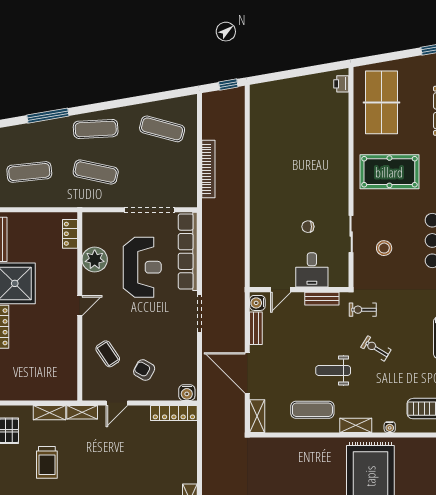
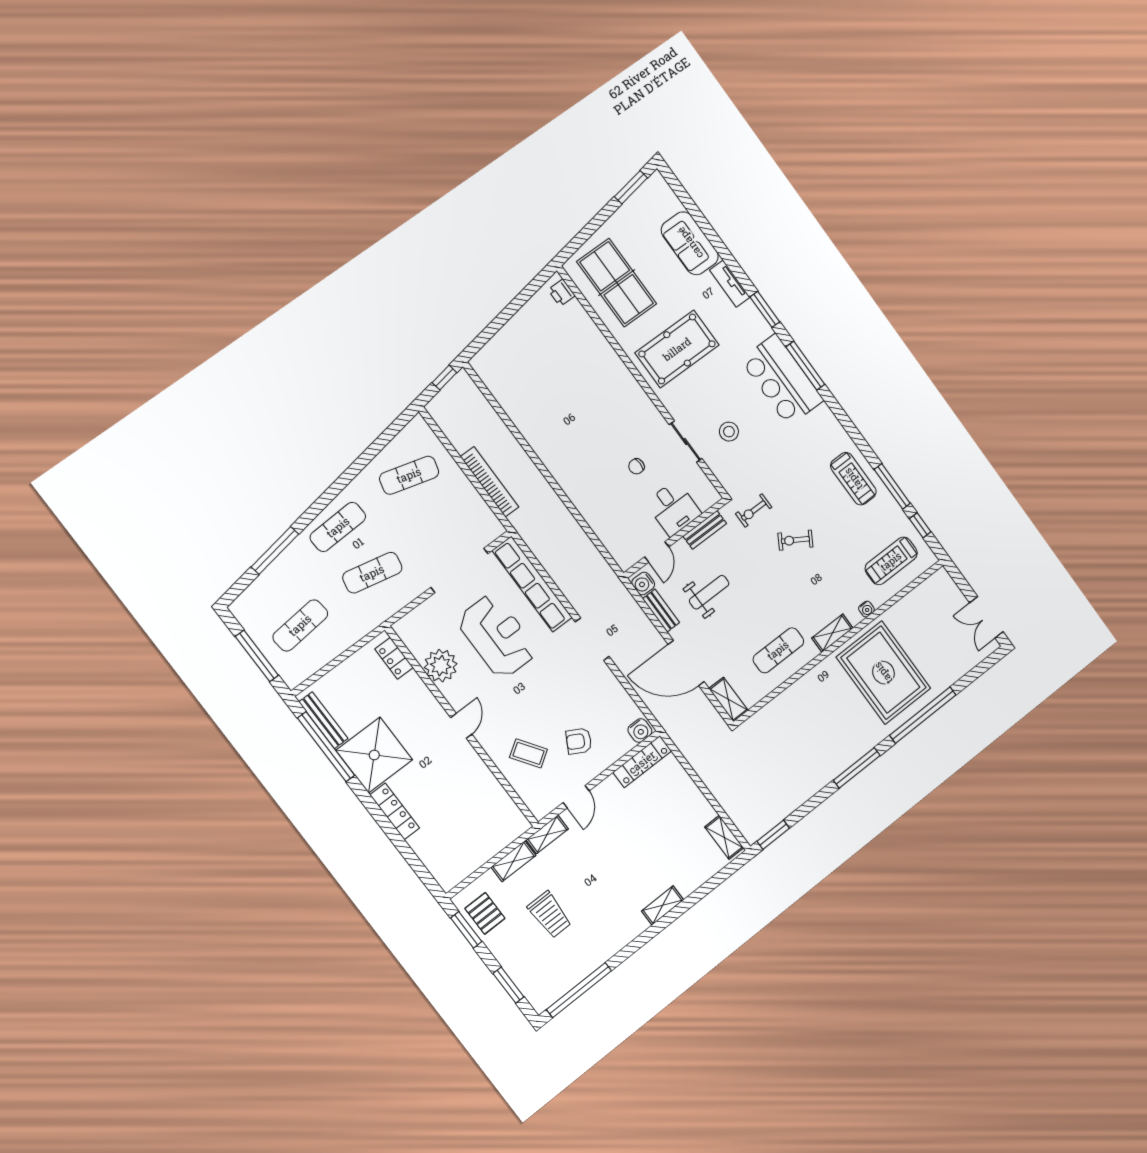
weight bench: (333, 371) -> (709, 592), moved, turned 180

